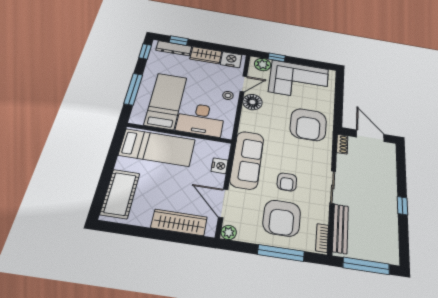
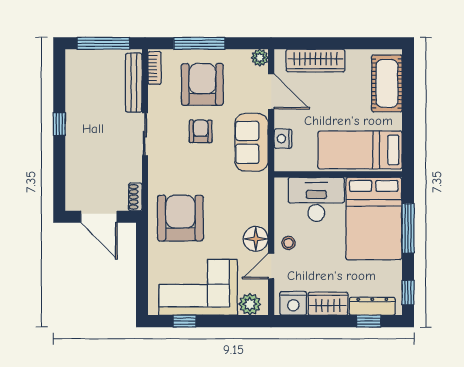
window: (277, 57) -> (184, 321), moved
bed: (166, 101) -> (374, 219), width x1.50
sofa: (247, 160) -> (252, 142), width x0.73

